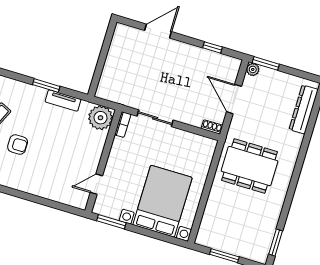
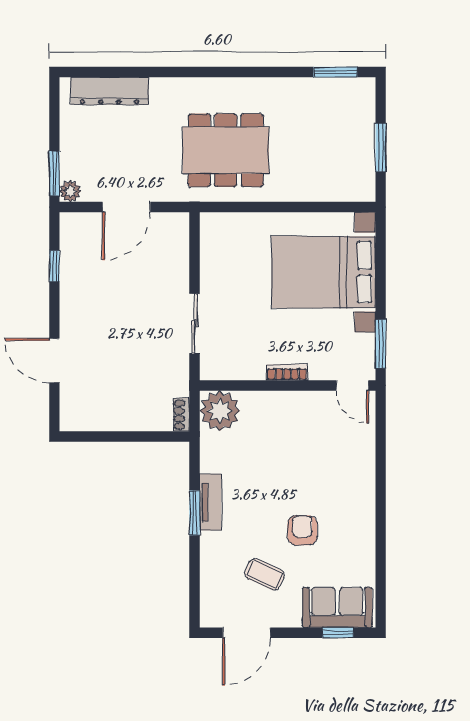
tv unit: (63, 101) -> (210, 502), moved
bookcase: (123, 124) -> (287, 372), moved
shoe rack: (212, 127) -> (181, 415), moved
dining table: (249, 166) -> (226, 150), turned 90
door: (96, 184) -> (352, 385), moved

